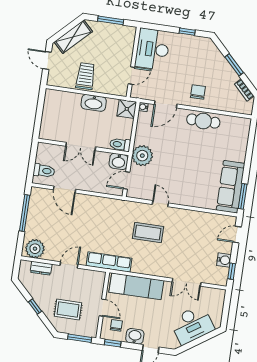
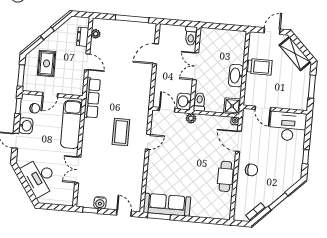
plant: (142, 156) -> (191, 118), width x0.53, depth x0.53
toilet: (44, 171) -> (191, 36), moved
plant: (35, 249) -> (96, 34), width x0.53, depth x0.53

